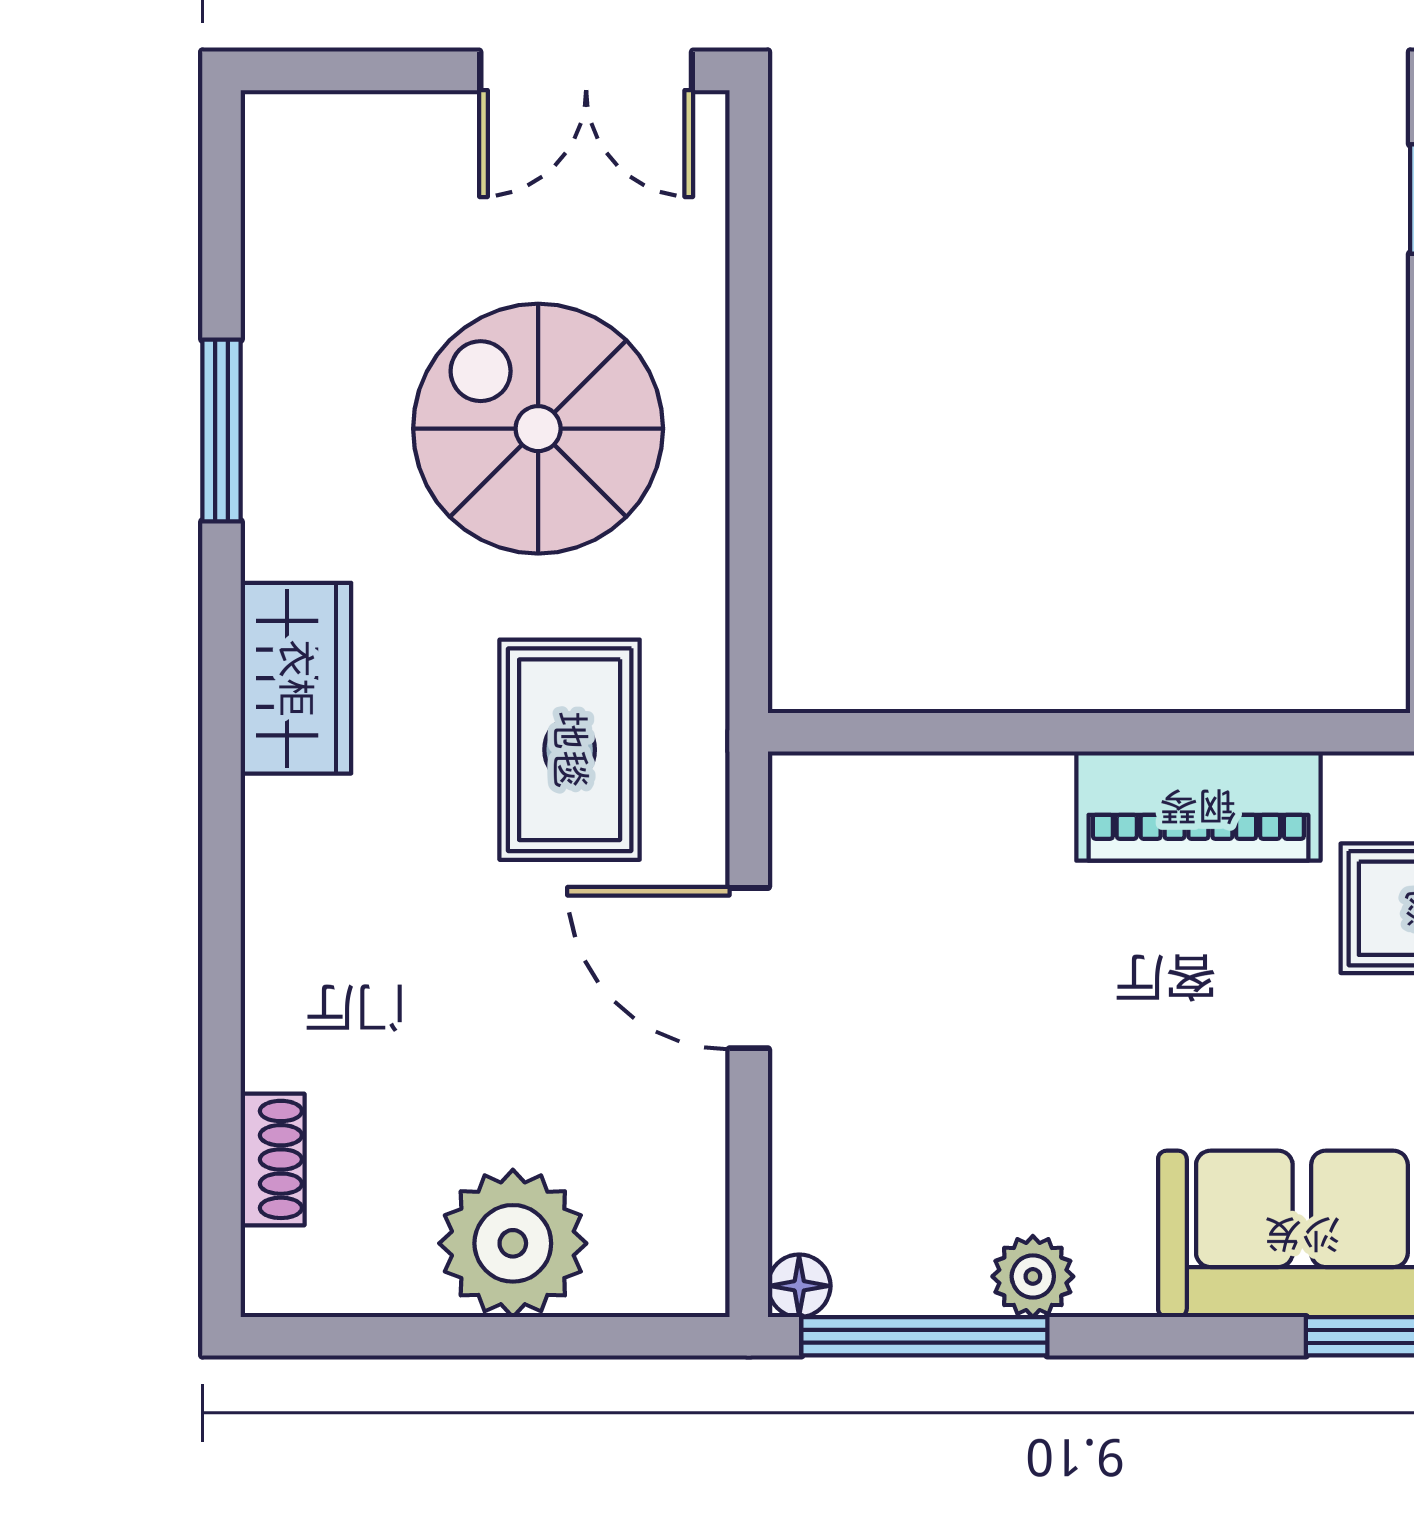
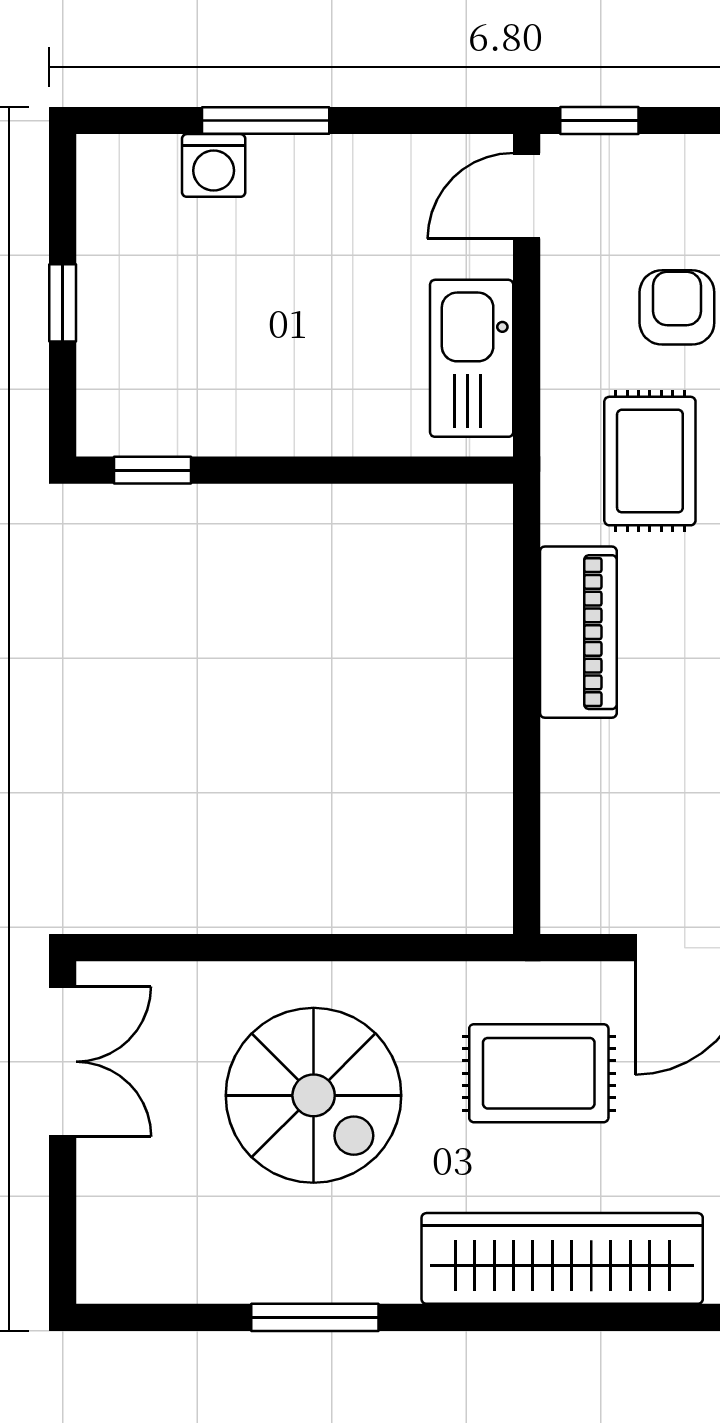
spiral stairs: (538, 429) -> (314, 1095), turned -90
wardrobe: (296, 678) -> (562, 1258), width x2.10, depth x1.17

